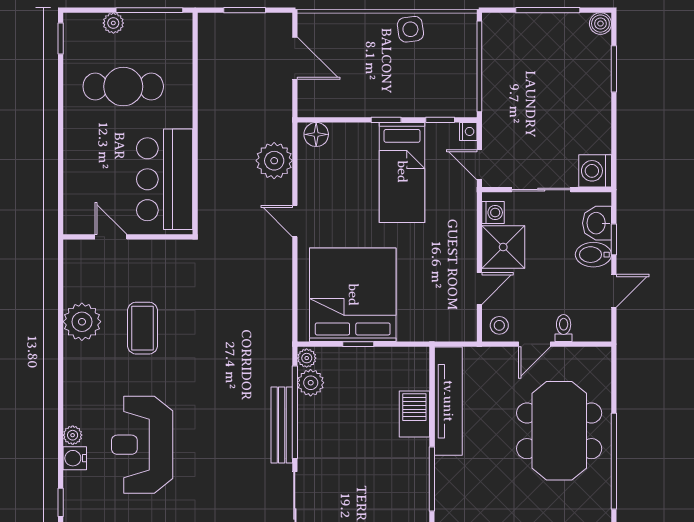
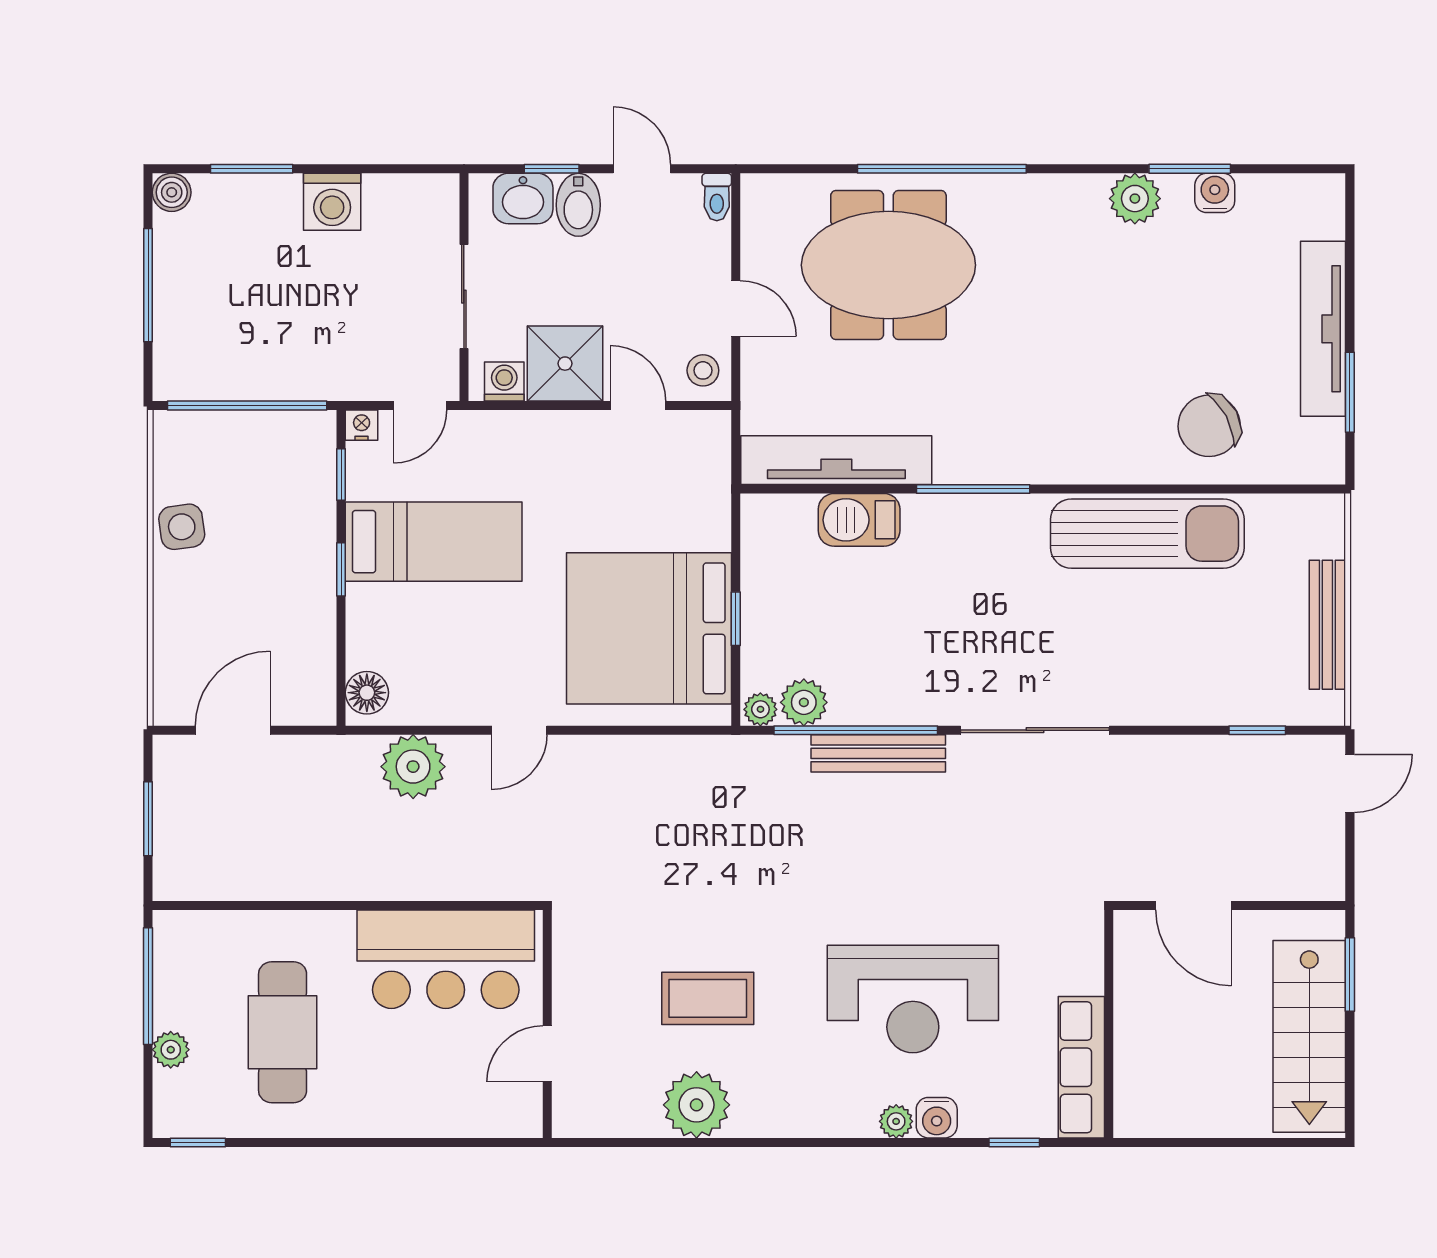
washing machine: (595, 171) -> (332, 202), moved
toilet: (564, 328) -> (717, 197), moved, turned -90

